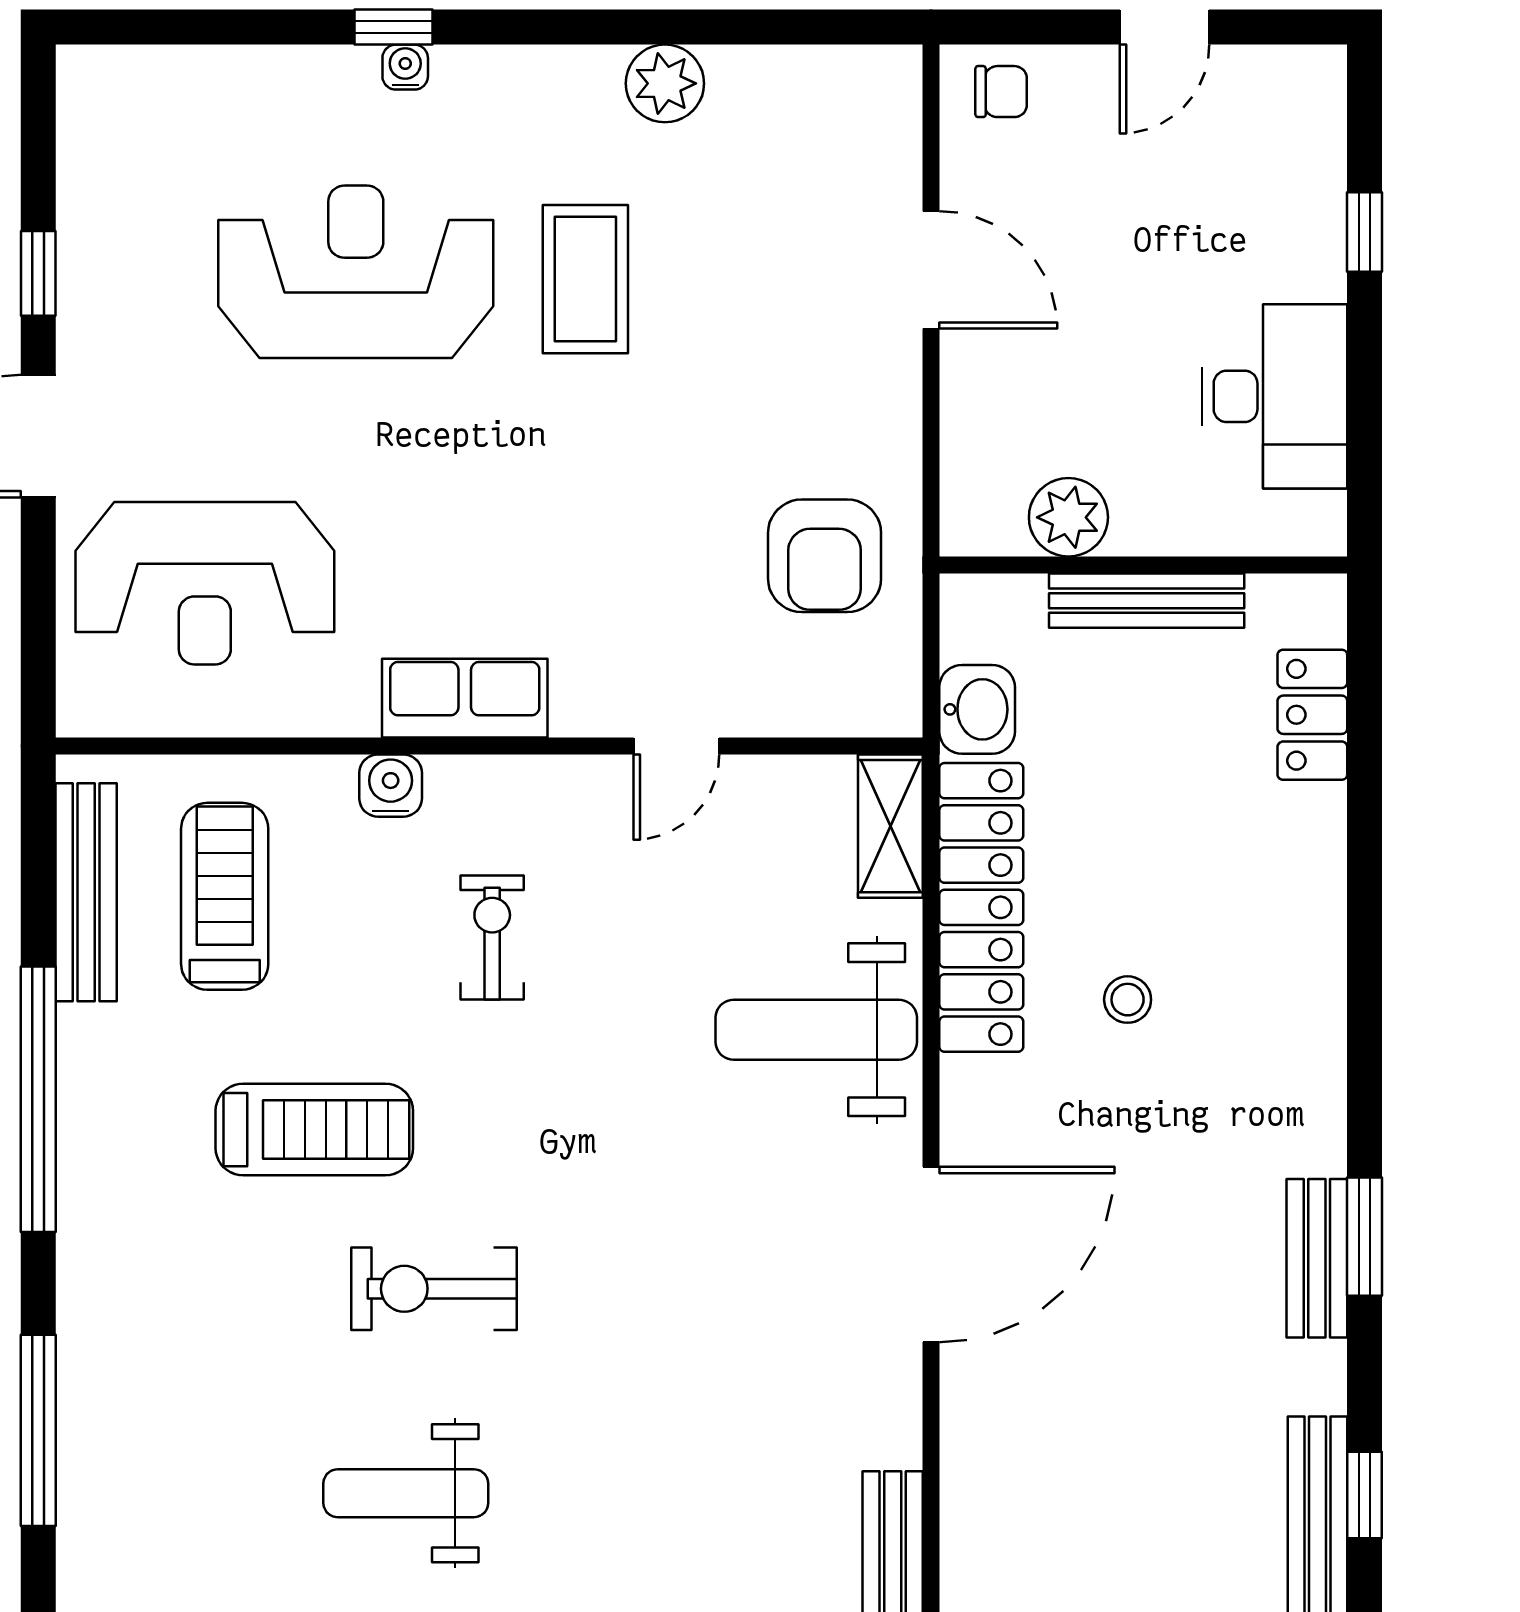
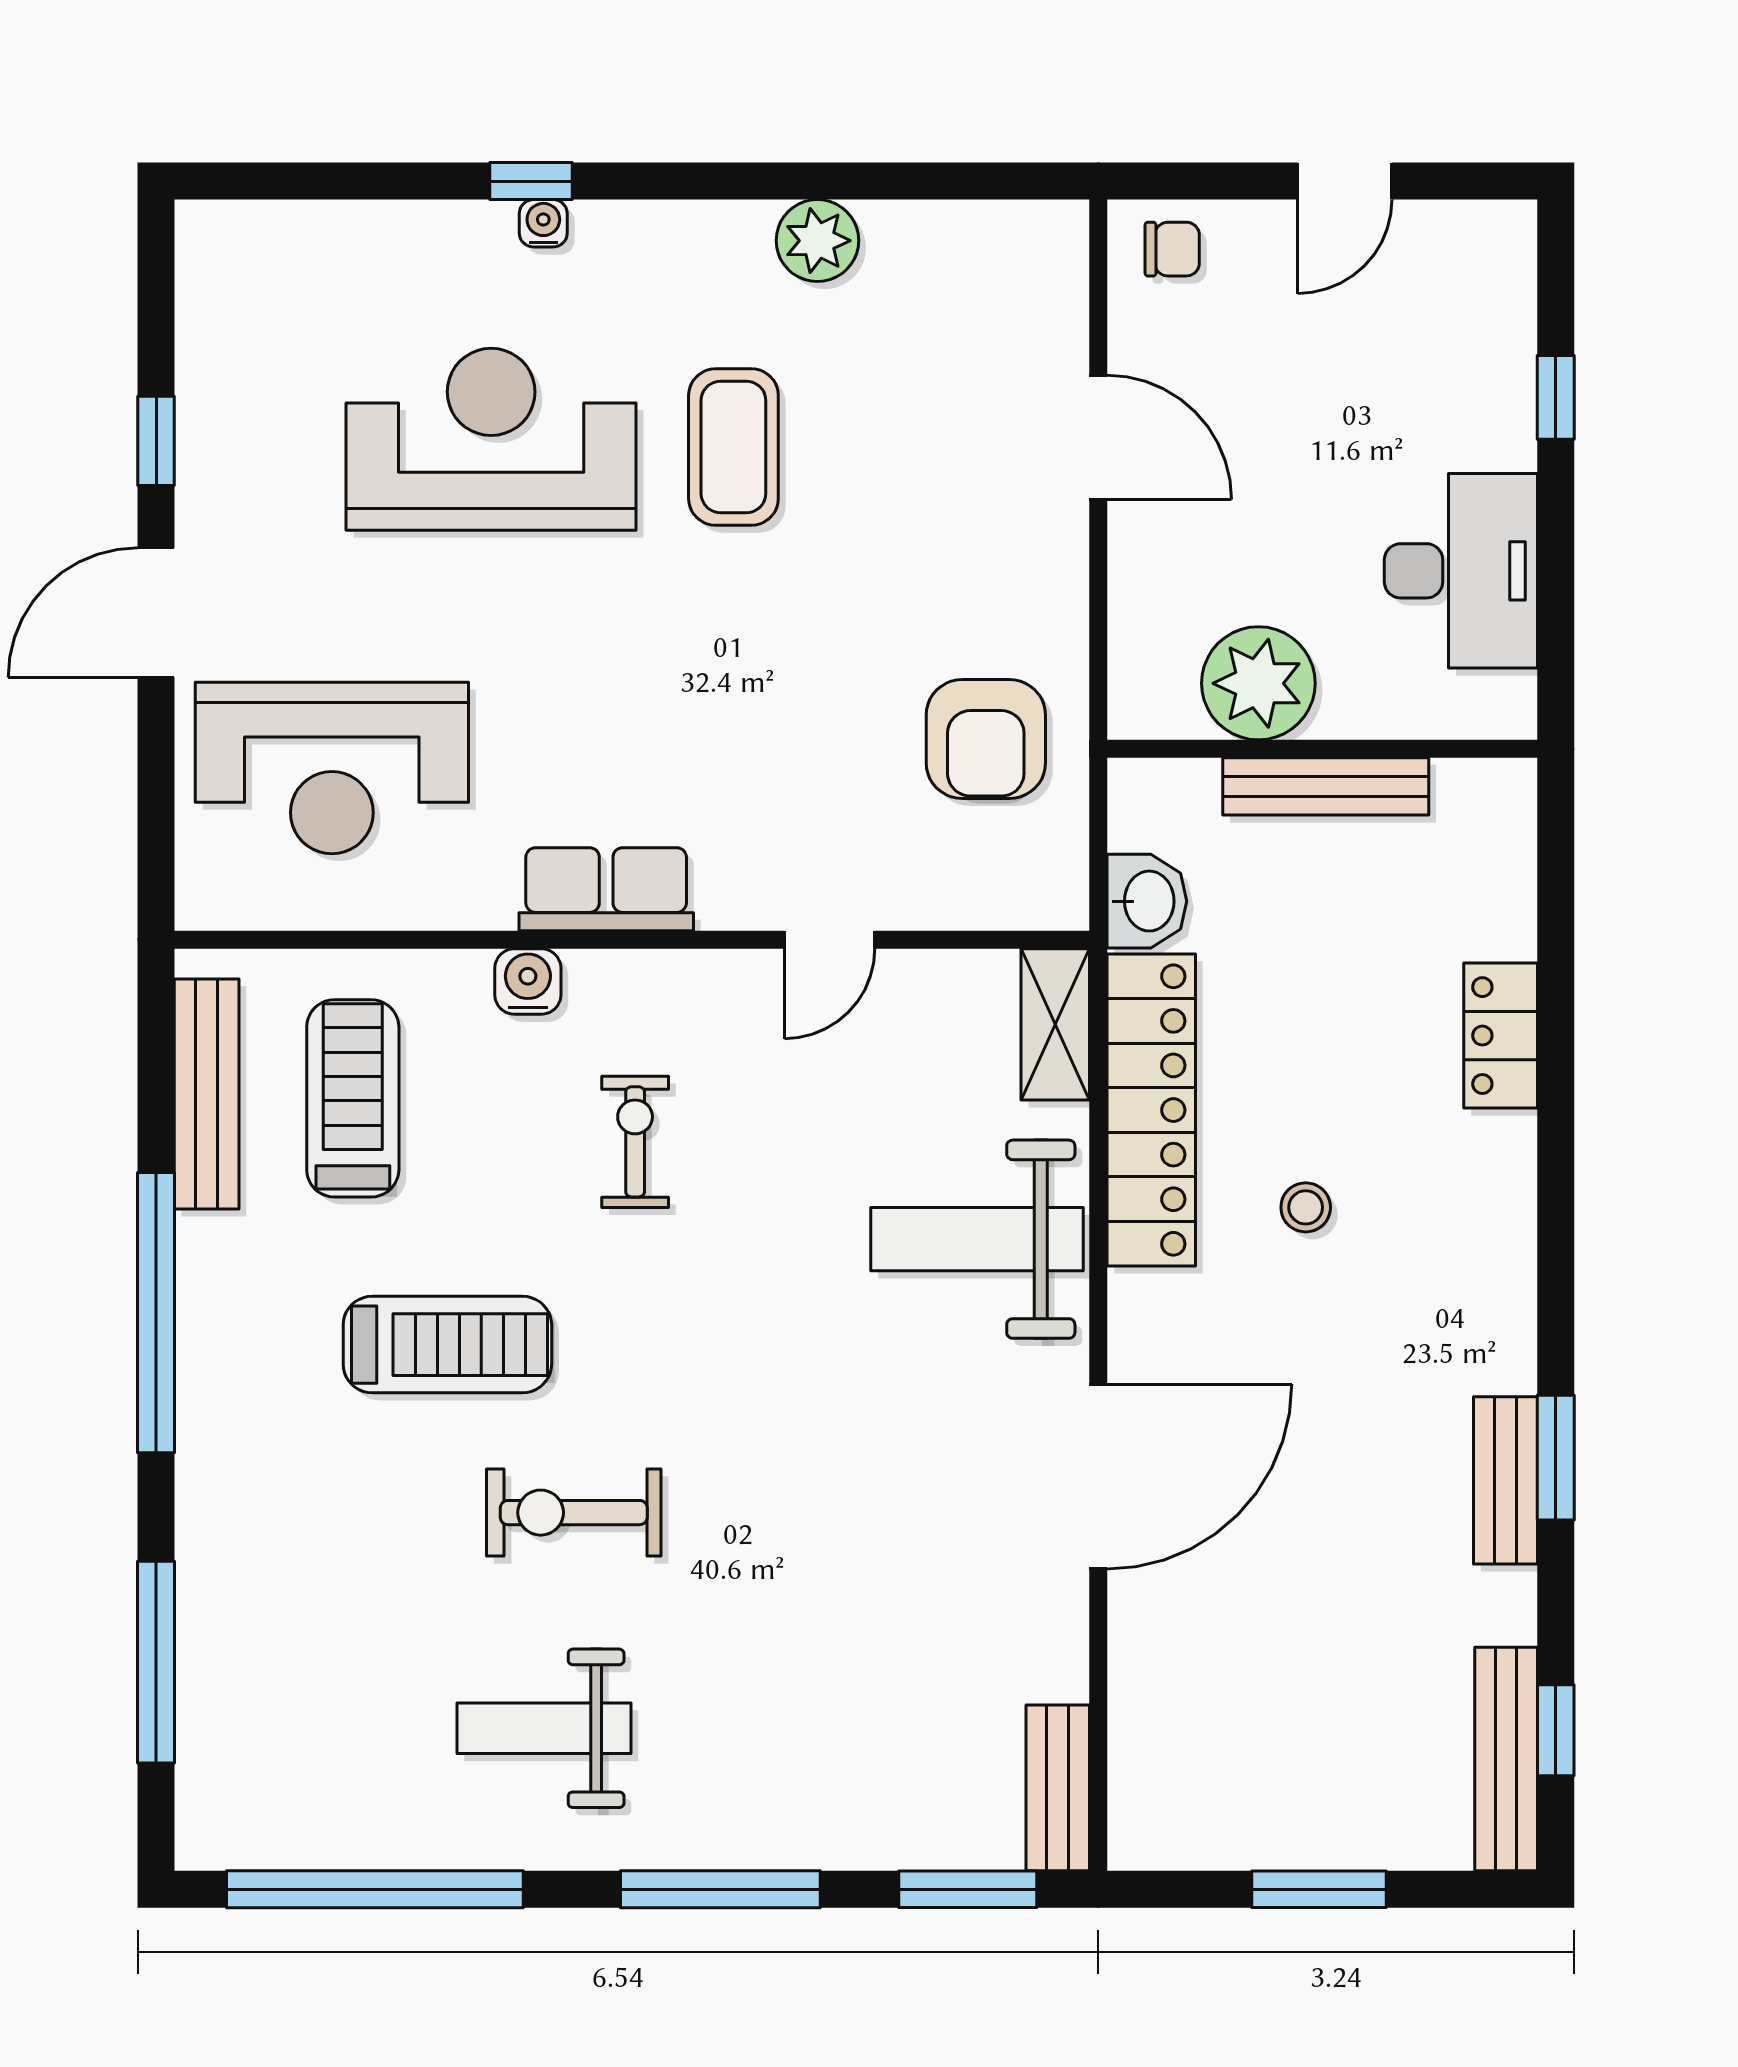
plant: (1068, 517) -> (1258, 683), width x1.36, depth x1.36
locker: (1312, 715) -> (1501, 1036), moved

